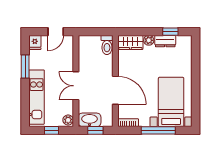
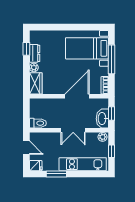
toilet: (107, 45) -> (38, 123), moved

